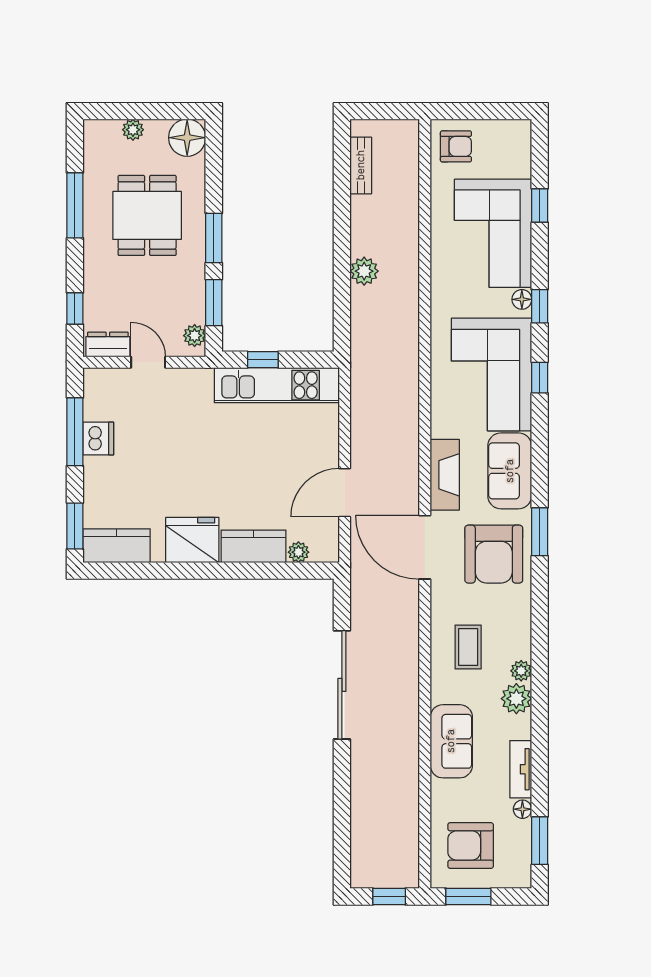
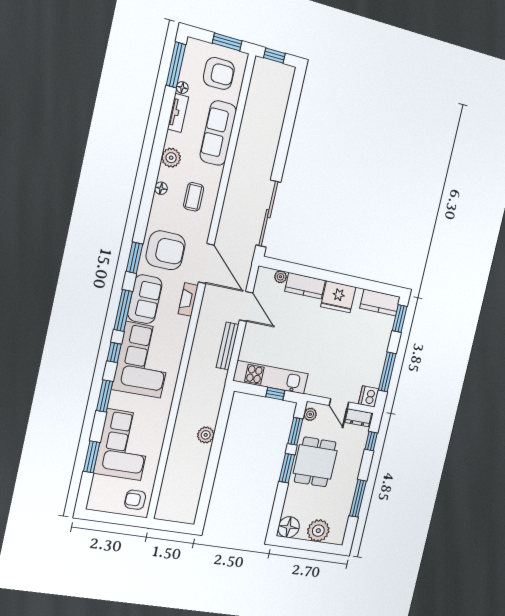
plant: (133, 130) -> (318, 531), width x1.88, depth x1.88
bench: (361, 165) -> (227, 346), moved, width x1.36
window: (540, 205) -> (92, 457), width x1.50
dining table: (147, 215) -> (315, 462), moved
floor lamp: (522, 299) -> (161, 188), moved
window: (540, 306) -> (105, 396), width x1.50
dishwasher: (98, 439) -> (369, 396), moved
window: (540, 446) -> (123, 311), added
fireplace: (445, 475) -> (188, 300), width x0.73, depth x0.76
door: (345, 493) -> (246, 306), hinge flipped
armchair: (494, 554) -> (166, 250), turned 90
plant: (521, 671) -> (164, 174), removed
sliding door: (342, 685) -> (268, 214), moved
sofa: (451, 741) -> (218, 133), width x1.36
window: (540, 841) -> (176, 65), width x1.44

